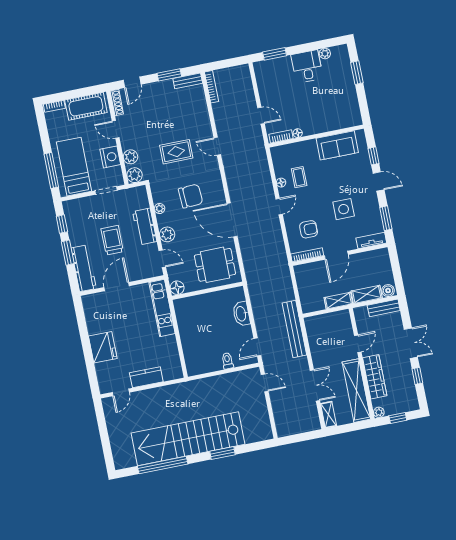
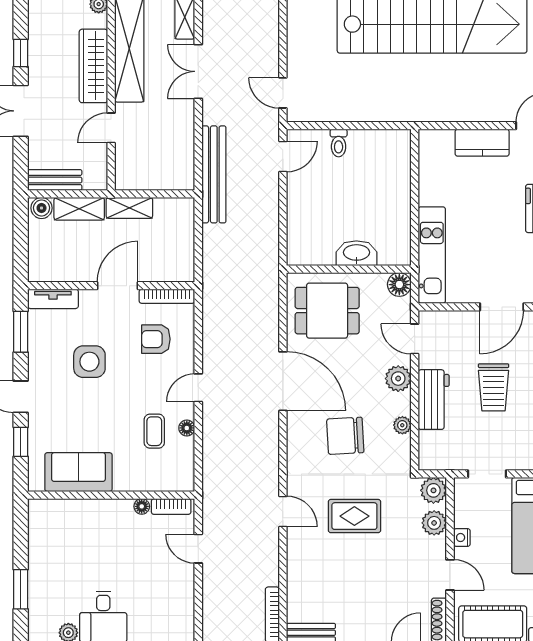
nightstand: (110, 157) -> (462, 538), width x0.53, depth x0.56
washbasin: (241, 314) -> (356, 253), moved, turned -90

